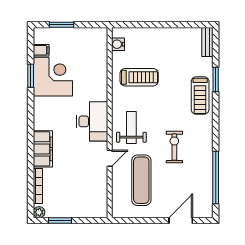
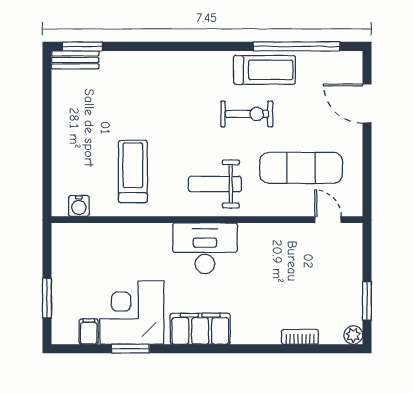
window: (216, 80) -> (82, 46), moved
treadmill: (200, 96) -> (265, 70), moved
exercise bike: (174, 147) -> (247, 114), turned 180
filing cabinet: (43, 149) -> (200, 329), moved
door: (110, 158) -> (328, 220), moved
bookcase: (38, 186) -> (300, 337), width x0.64

